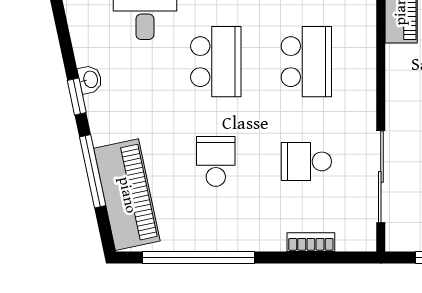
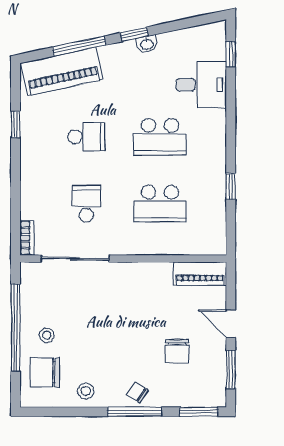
bookcase: (311, 242) -> (27, 238), moved
window: (199, 257) -> (16, 124), width x0.32

